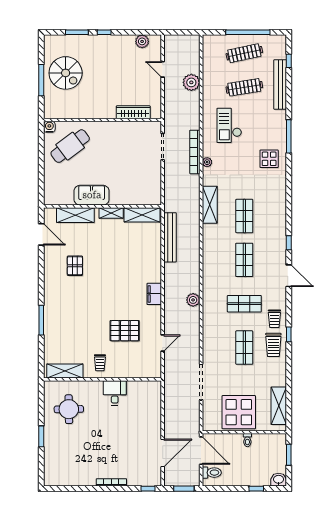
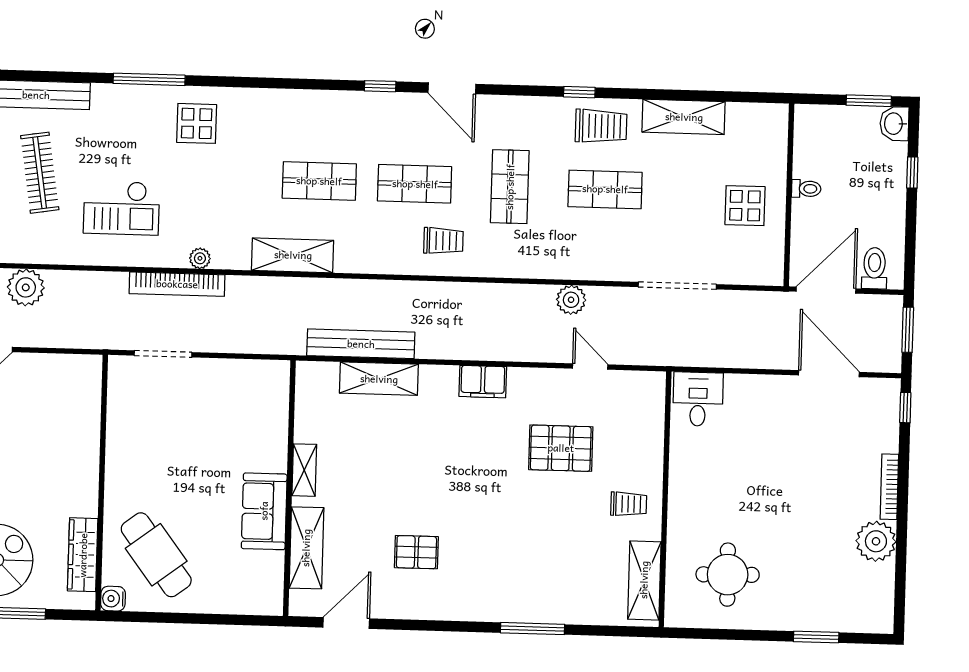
wardrobe: (133, 112) -> (83, 555), moved
shelving: (142, 215) -> (379, 379), moved, turned 90
door: (289, 276) -> (452, 88), swing flipped
plant: (193, 300) -> (571, 300), moved
trolley: (274, 319) -> (444, 241), moved
pallet: (125, 331) -> (561, 448), turned 90
desk: (115, 393) -> (698, 399), moved, turned 90
shelving: (279, 406) -> (684, 117), moved
display table: (239, 412) -> (745, 206), width x0.54, depth x0.54
window: (41, 436) -> (816, 637), moved
window: (289, 455) -> (869, 101), moved
plant: (86, 477) -> (876, 541), added

